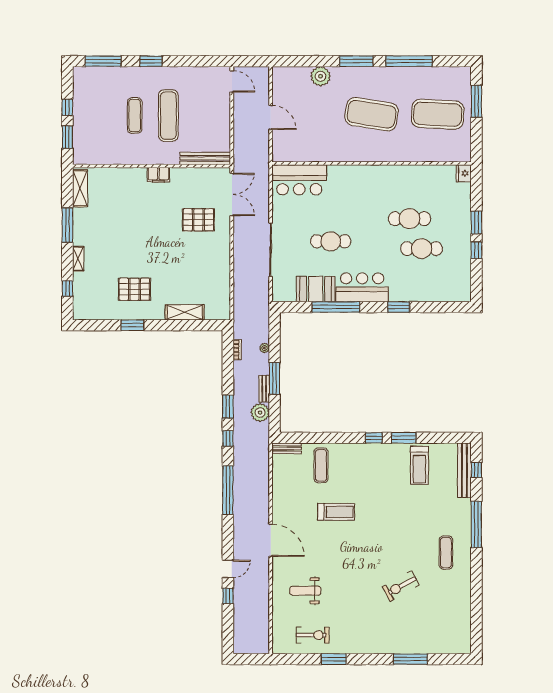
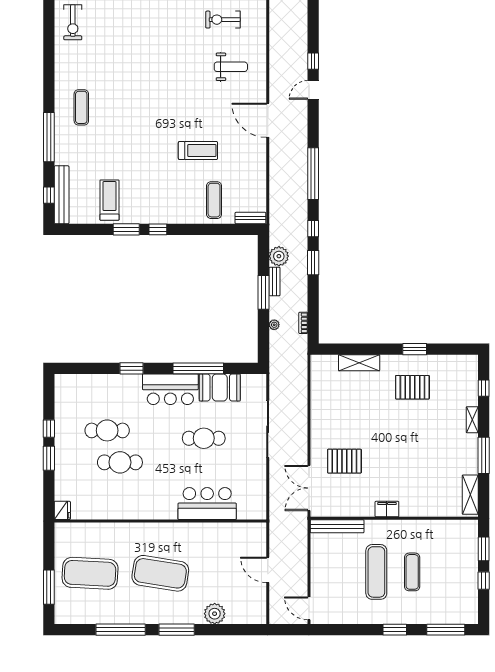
bar counter: (299, 180) -> (207, 504), moved
treadmill: (336, 512) -> (198, 151), turned 180
exercise bike: (401, 586) -> (73, 22), moved, turned 119

